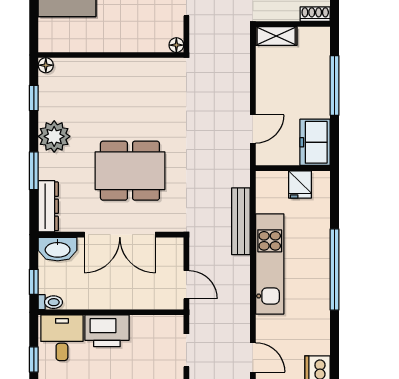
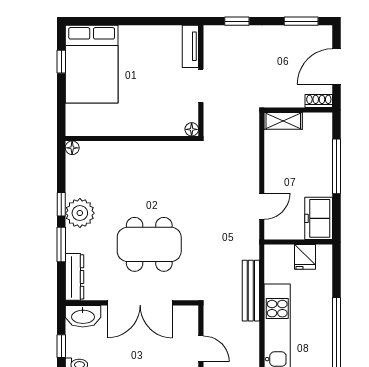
window: (34, 98) -> (61, 204), moved

